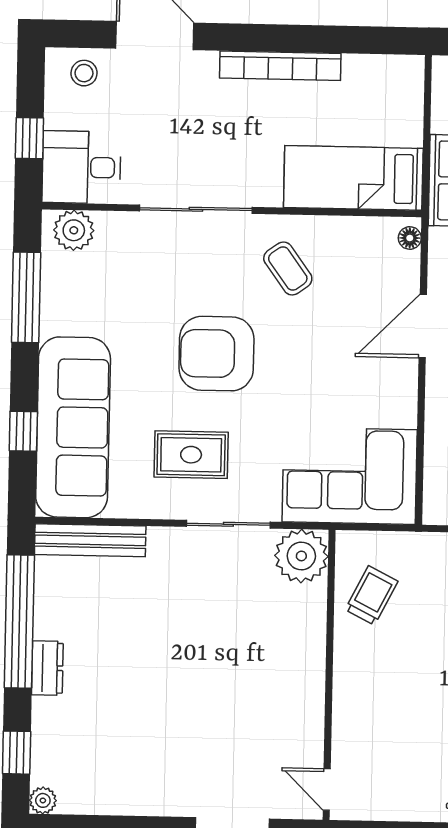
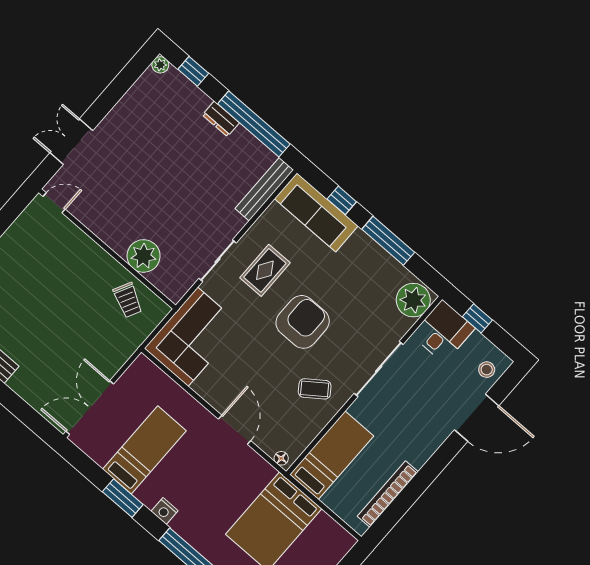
bookcase: (280, 66) -> (388, 494), moved
plant: (74, 230) -> (413, 300), width x1.36, depth x1.36
window: (26, 297) -> (388, 241), moved
sofa: (73, 427) -> (316, 212), width x0.74, depth x0.79
plant: (301, 556) -> (144, 256), moved

